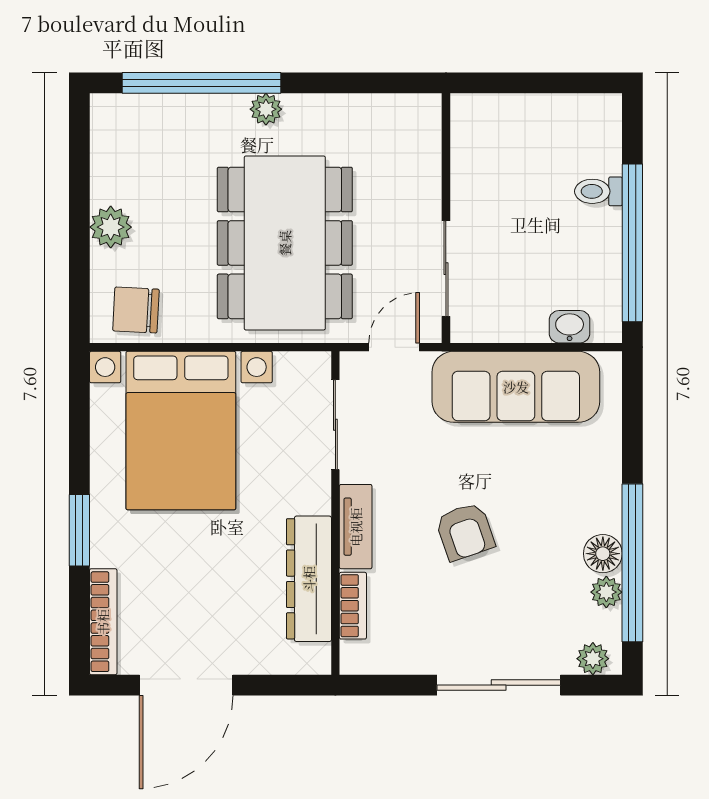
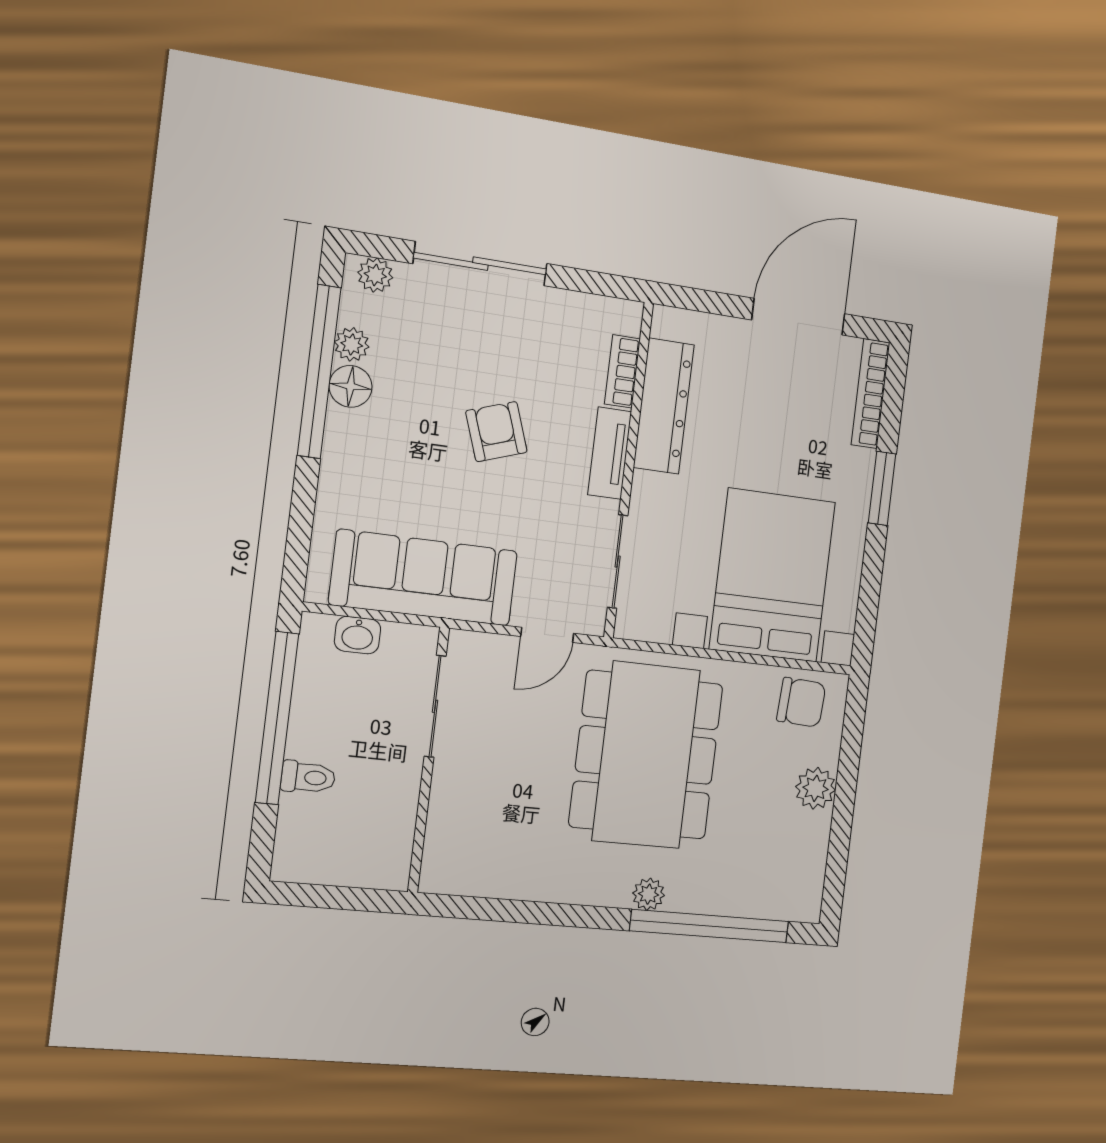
wall: (446, 218) -> (429, 760), moved
sliding door: (446, 269) -> (435, 706), moved

